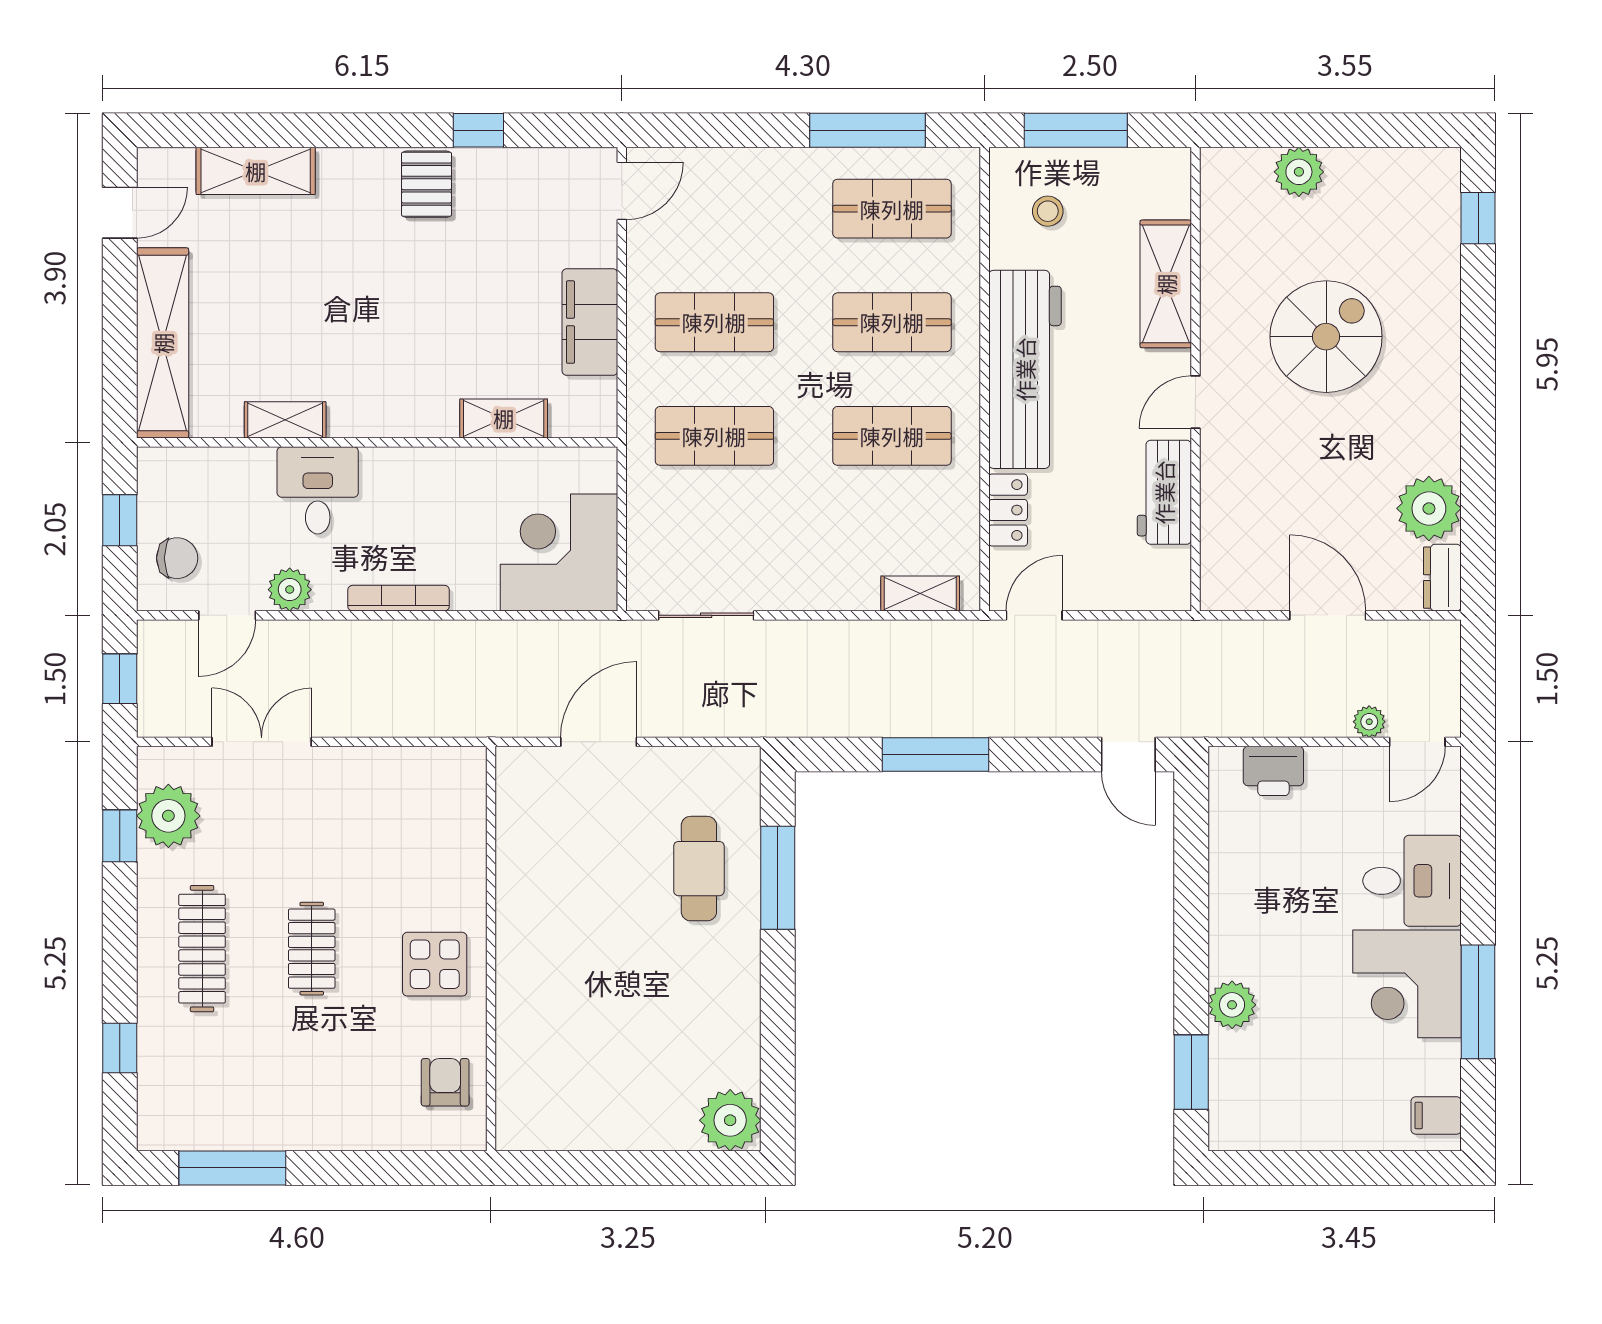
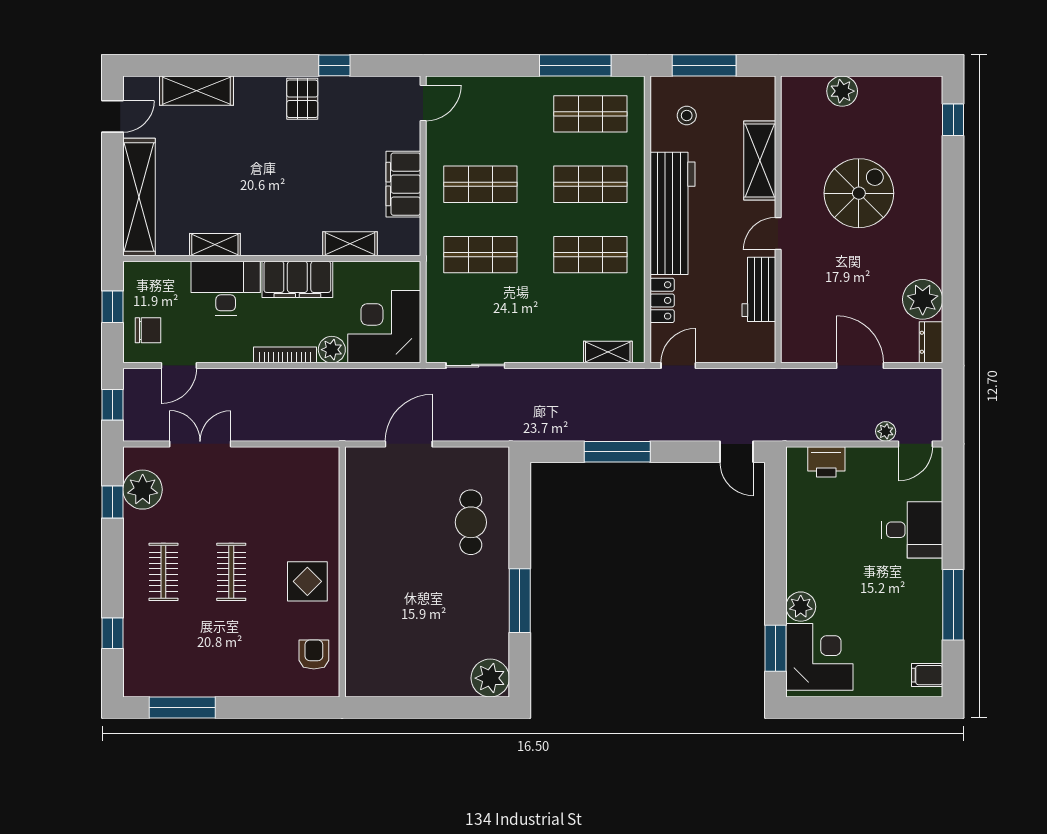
filing cabinet: (419, 476) -> (297, 279), added
desk: (318, 490) -> (226, 288), width x1.37
plant: (290, 590) -> (332, 350), moved
window: (778, 878) -> (520, 601), moved
clothes rail: (202, 949) -> (163, 572), width x0.73
corner desk: (1407, 984) -> (819, 657), moved, turned 180

